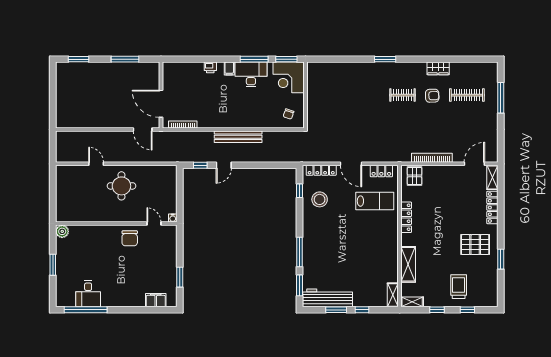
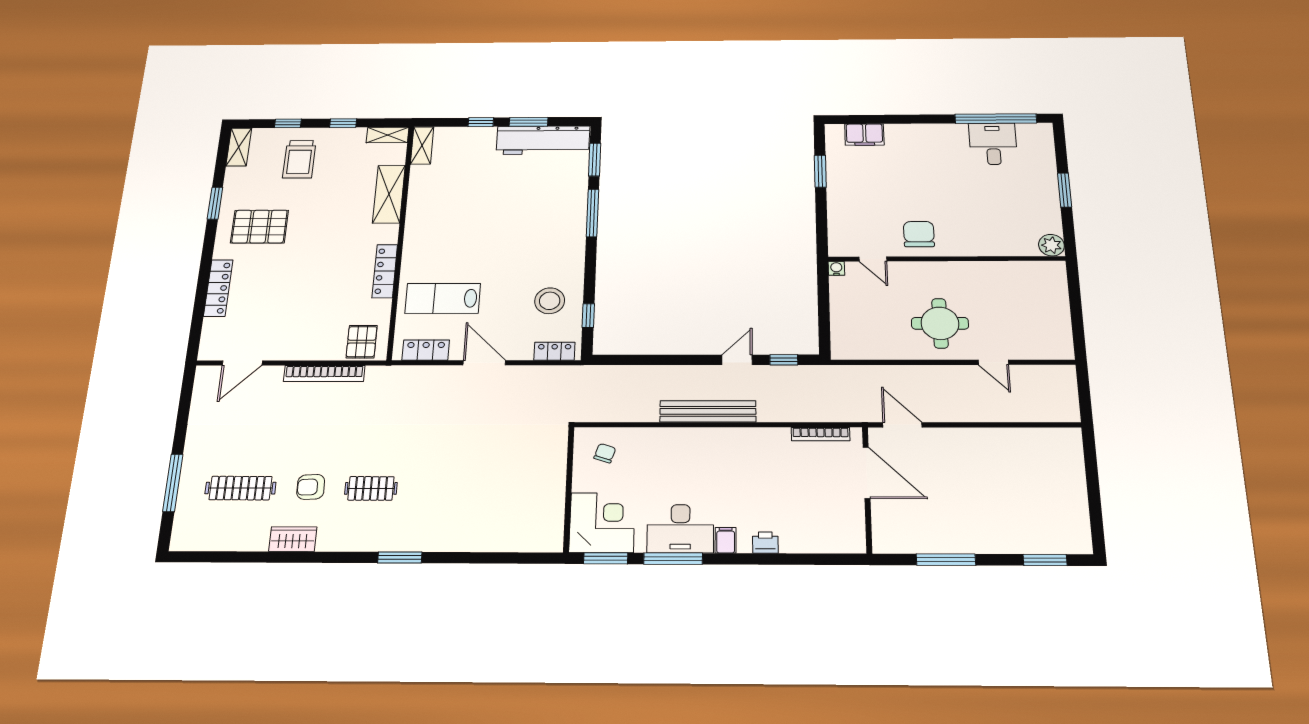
locker: (321, 170) -> (554, 351), width x0.66
shelving: (492, 177) -> (239, 147), moved

